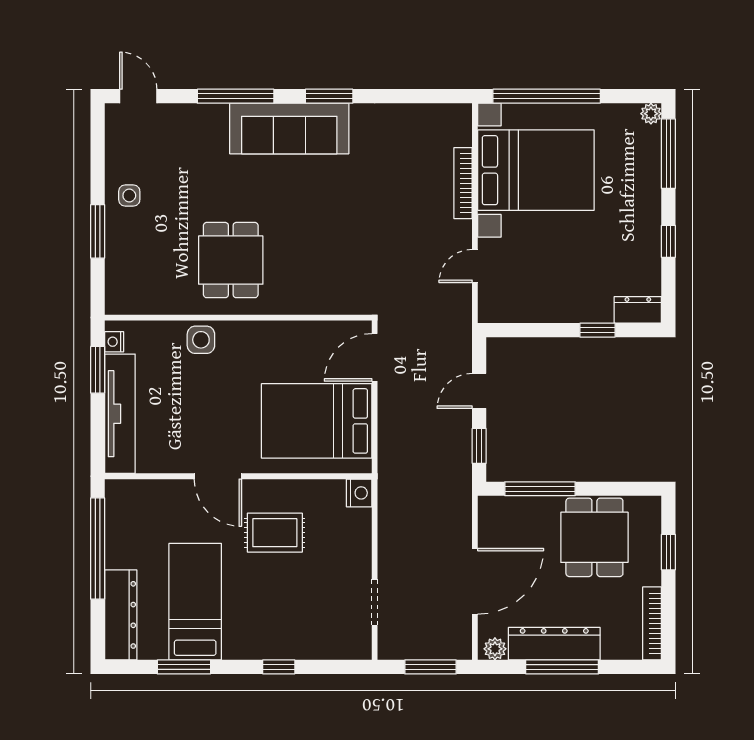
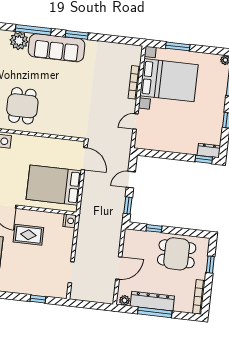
window: (547, 96) -> (178, 46), width x0.47
plant: (208, 123) -> (19, 41), added
window: (598, 330) -> (204, 159), moved
door: (375, 357) -> (84, 159), swing flipped
window: (540, 489) -> (154, 228), width x0.46
dining table: (594, 537) -> (177, 254), turned 90
door: (475, 581) -> (119, 268), width x0.73
window: (279, 667) -> (38, 299), moved
window: (431, 667) -> (94, 305), removed

